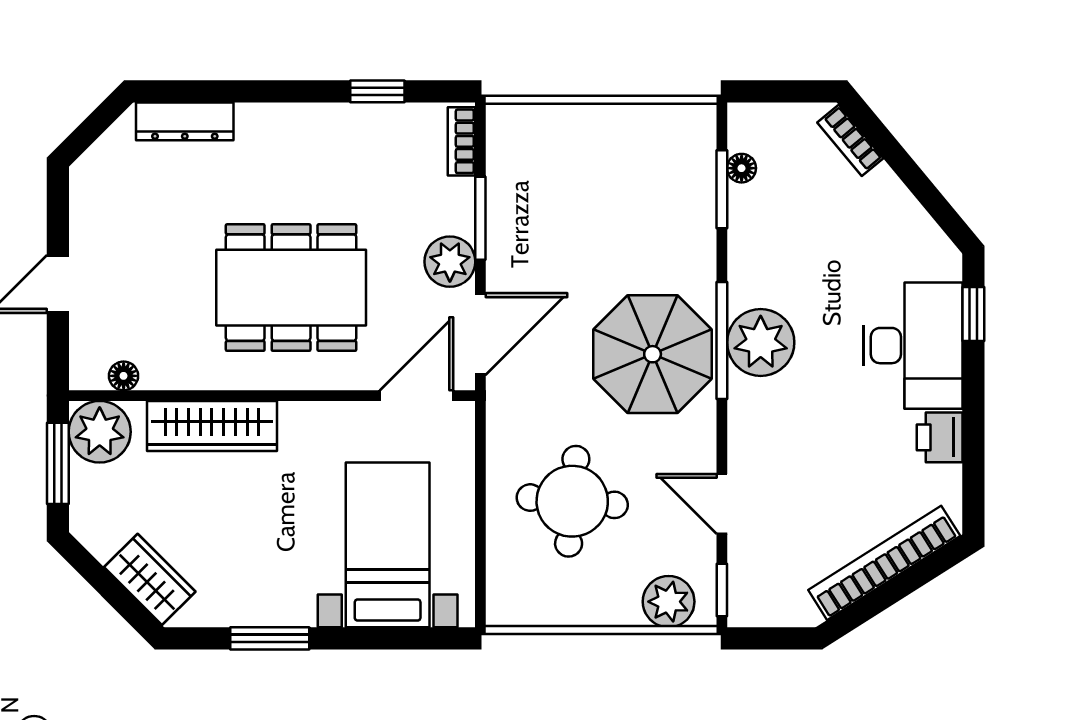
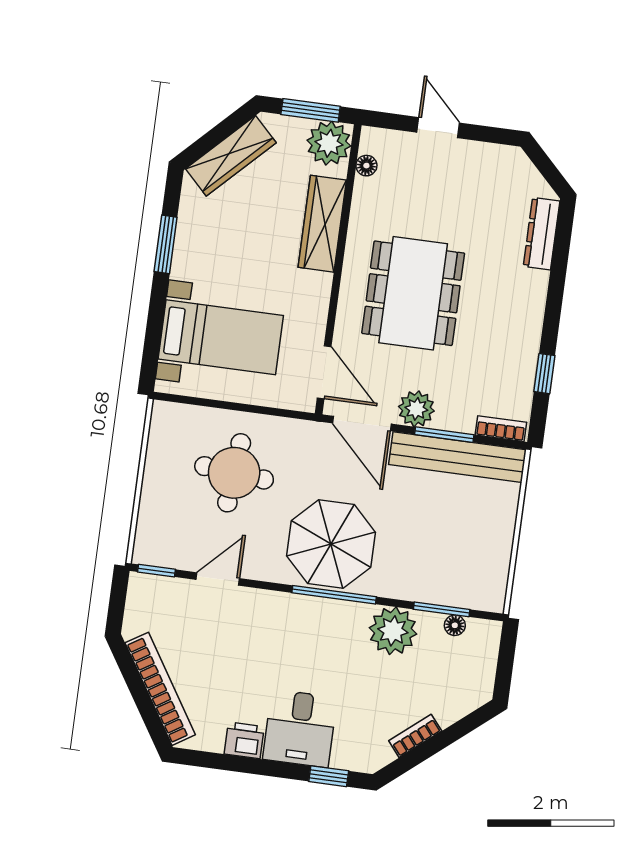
bookcase: (850, 140) -> (415, 736), moved
bench: (509, 196) -> (457, 457), added
plant: (761, 342) -> (393, 631), moved
desk: (913, 346) -> (300, 728), width x0.73
wardrobe: (150, 579) -> (231, 156), width x1.50
plant: (669, 602) -> (153, 532), removed

